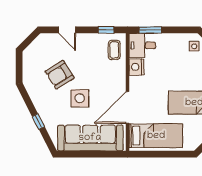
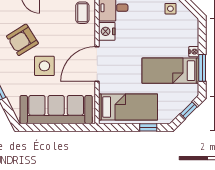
door: (128, 107) -> (97, 64), moved
window: (174, 154) -> (148, 127), added

